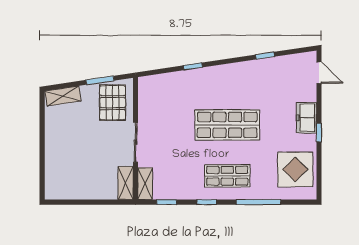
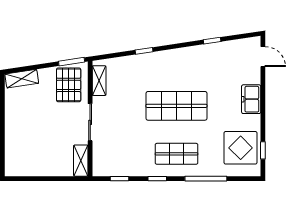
window: (100, 80) -> (72, 62), moved
window: (319, 133) -> (263, 150), moved
shelving: (145, 184) -> (99, 81), moved

